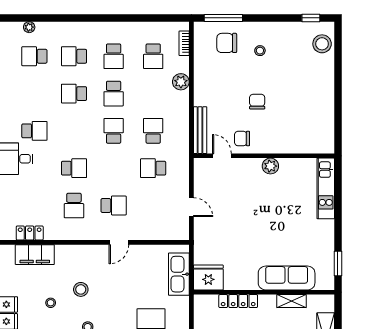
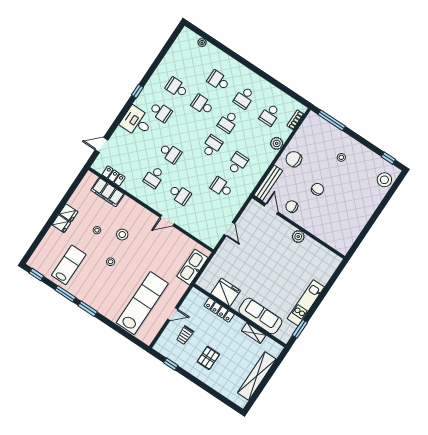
chair: (227, 43) -> (294, 159), moved
school desk: (34, 56) -> (177, 88), moved
kitchen unit: (326, 188) -> (306, 303), moved
fridge: (208, 277) -> (226, 292), moved

